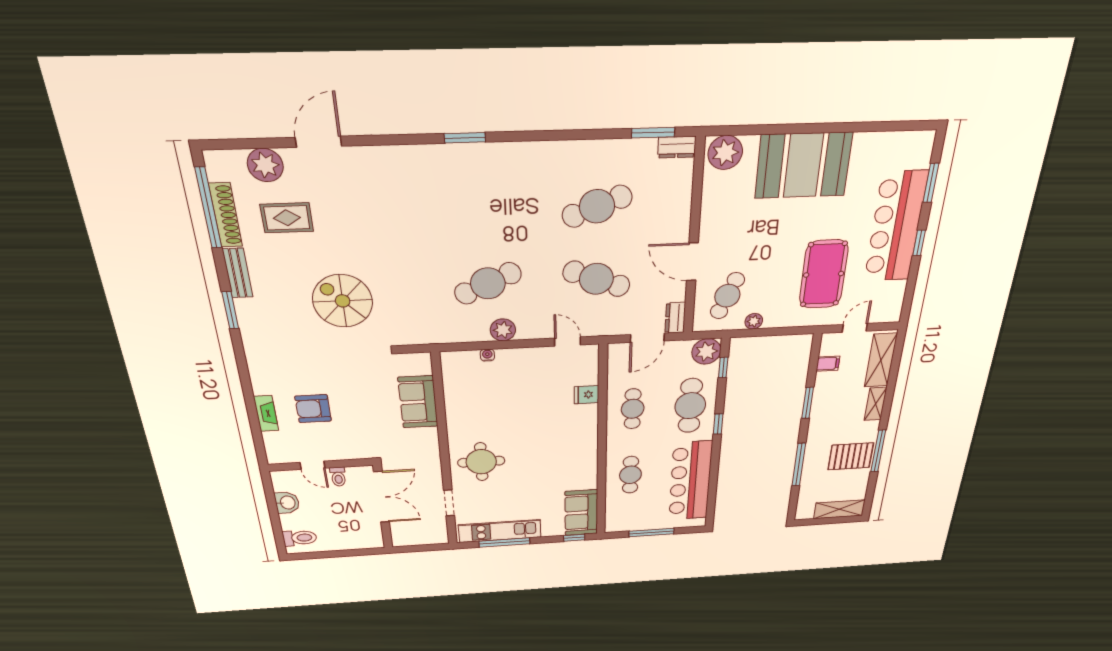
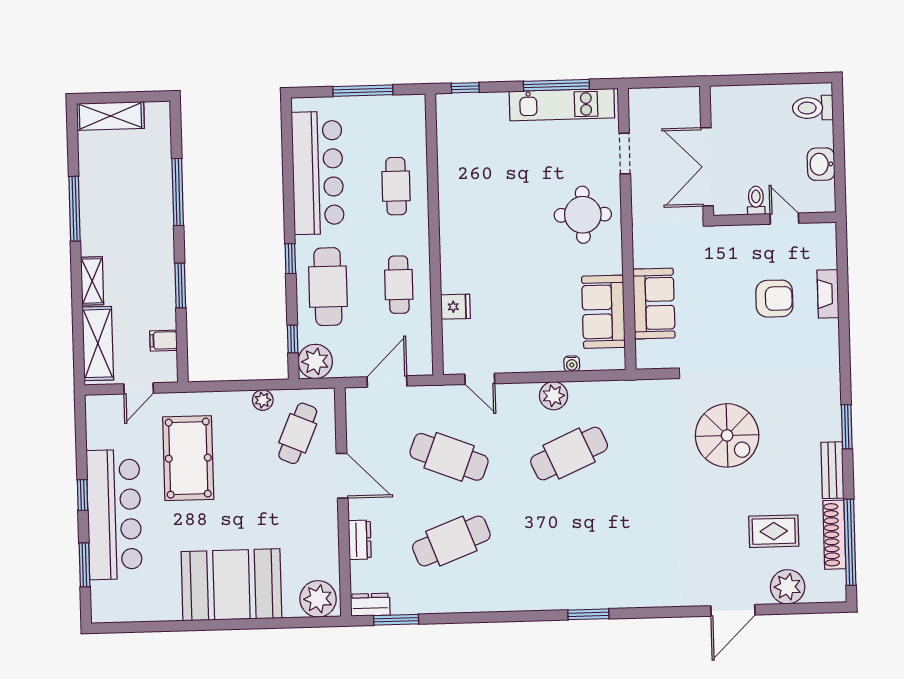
dresser: (675, 318) -> (360, 540), moved
pallet: (851, 456) -> (110, 202), removed
sofa: (581, 513) -> (603, 312), moved, turned 180

